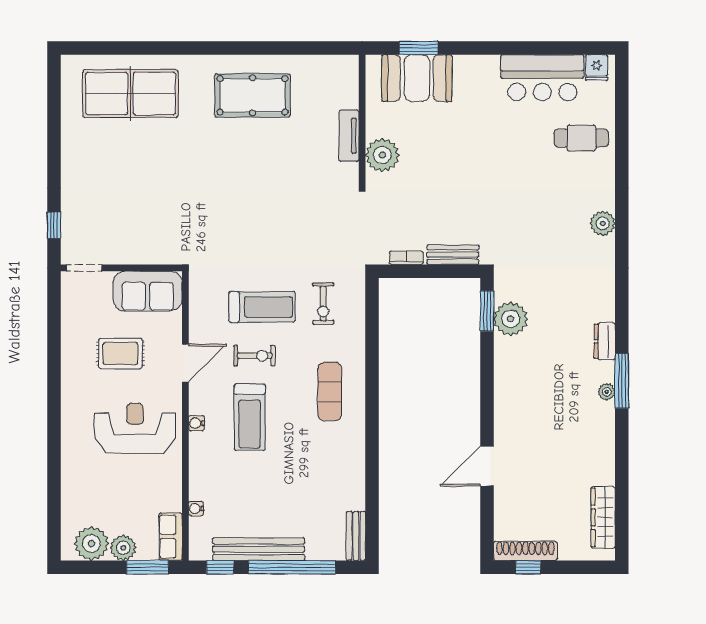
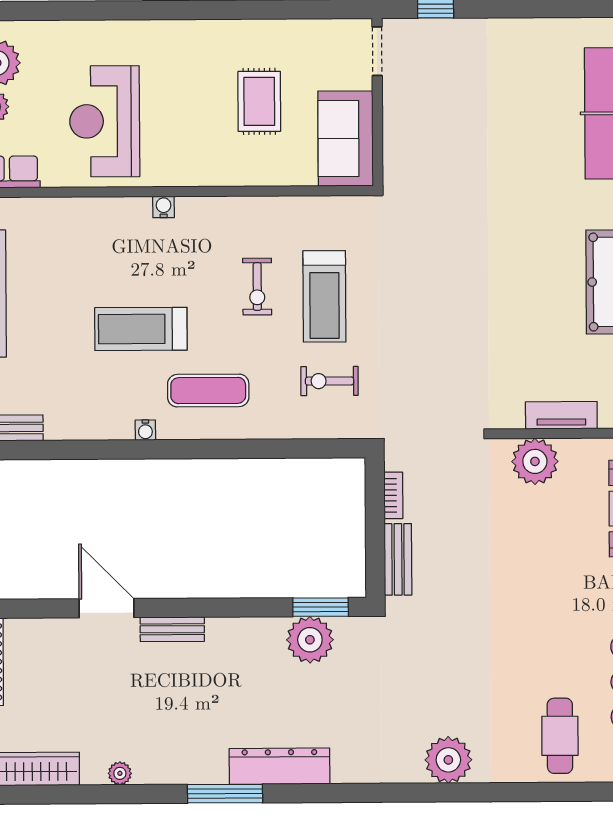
plant: (603, 223) -> (448, 760), width x1.36, depth x1.36
dresser: (605, 341) -> (279, 766), width x1.96, depth x1.24
door: (185, 363) -> (246, 191), removed
plant: (607, 392) -> (120, 773), moved
treadmill: (250, 417) -> (141, 329), moved
bench: (503, 418) -> (172, 629), added
reception desk: (135, 428) -> (105, 121), moved, turned 180
water cooler: (196, 508) -> (145, 430), moved, turned 180

